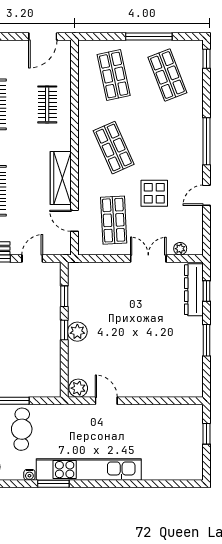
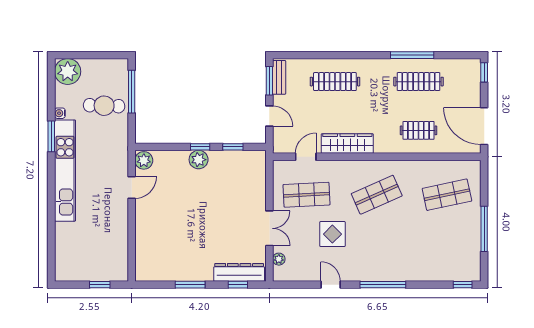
door: (43, 37) -> (484, 126), width x1.36
shop shelf: (167, 75) -> (447, 247), removed

